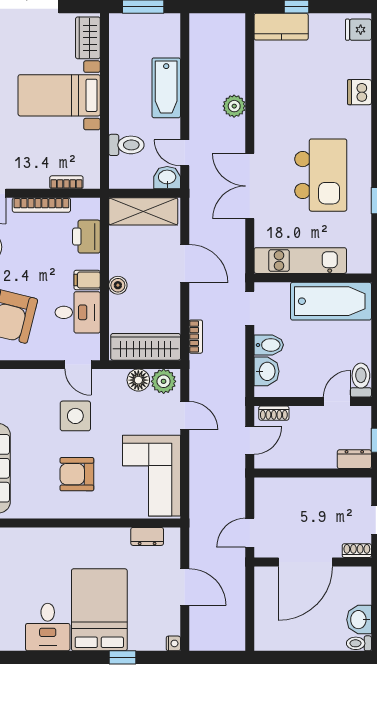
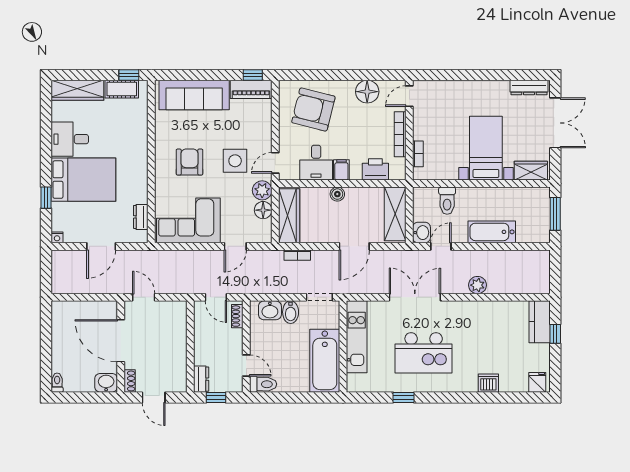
plant: (164, 381) -> (262, 190), moved
washbasin: (359, 620) -> (106, 383), moved

